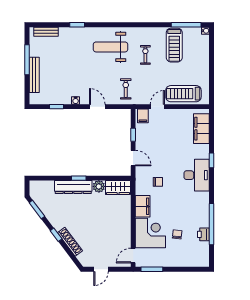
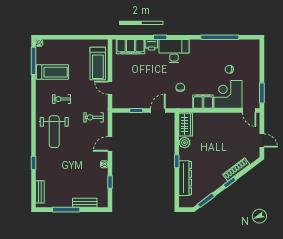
bench: (34, 75) -> (85, 203), width x0.73
filing cabinet: (143, 116) -> (119, 101), removed
dresser: (73, 187) -> (185, 178), moved
printer: (203, 234) -> (151, 45), moved

